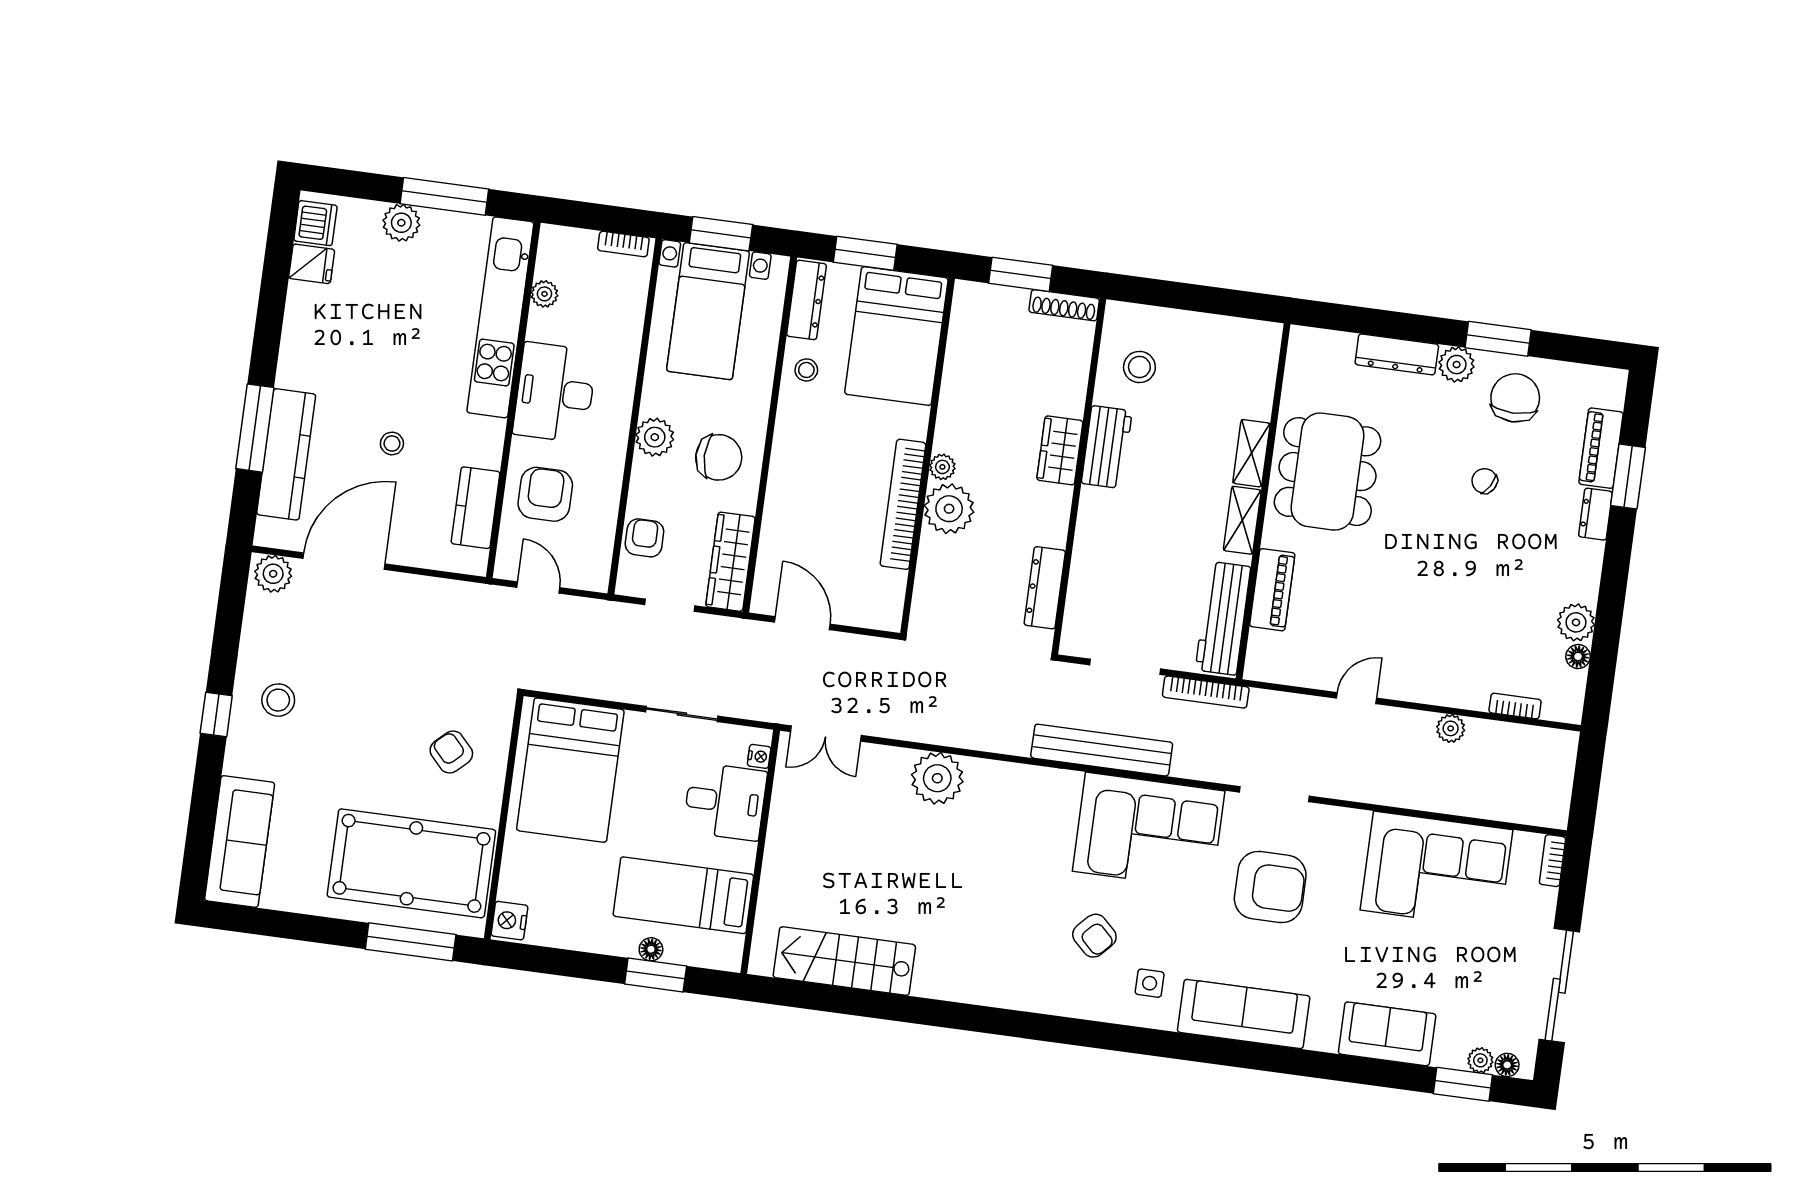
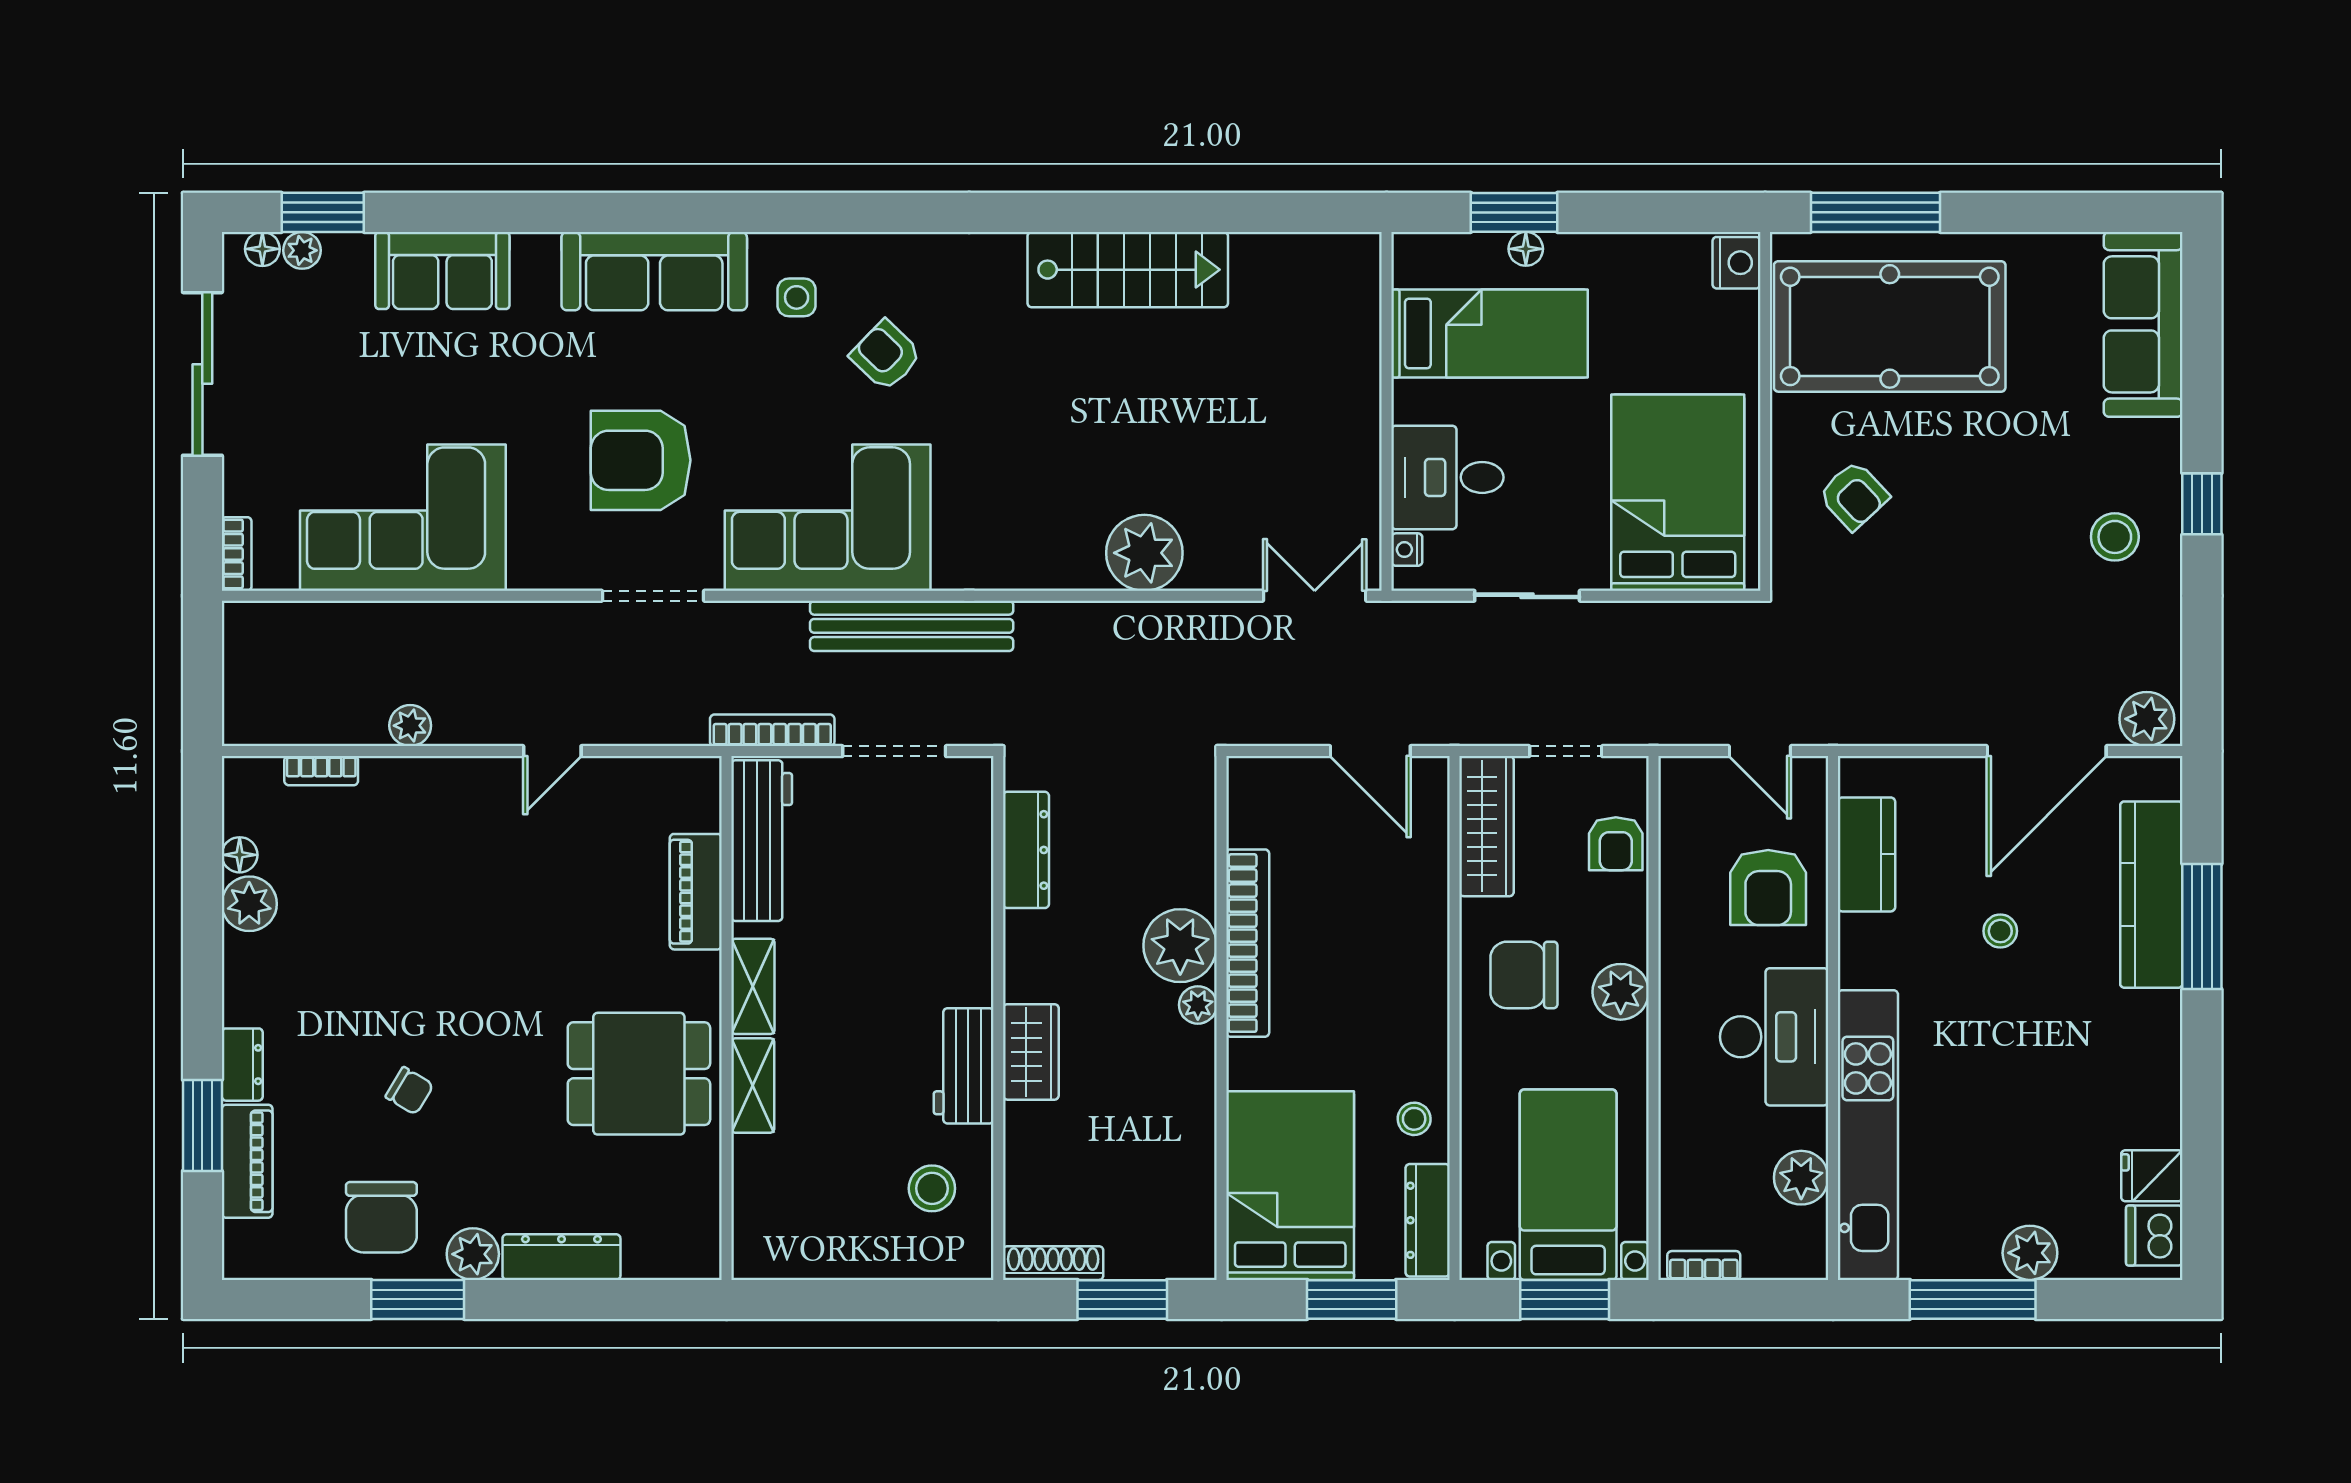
plant: (544, 294) -> (1801, 1178), width x1.38, depth x1.38
dining table: (1328, 472) -> (639, 1074), width x0.73
stairs: (844, 961) -> (1128, 270), moved

